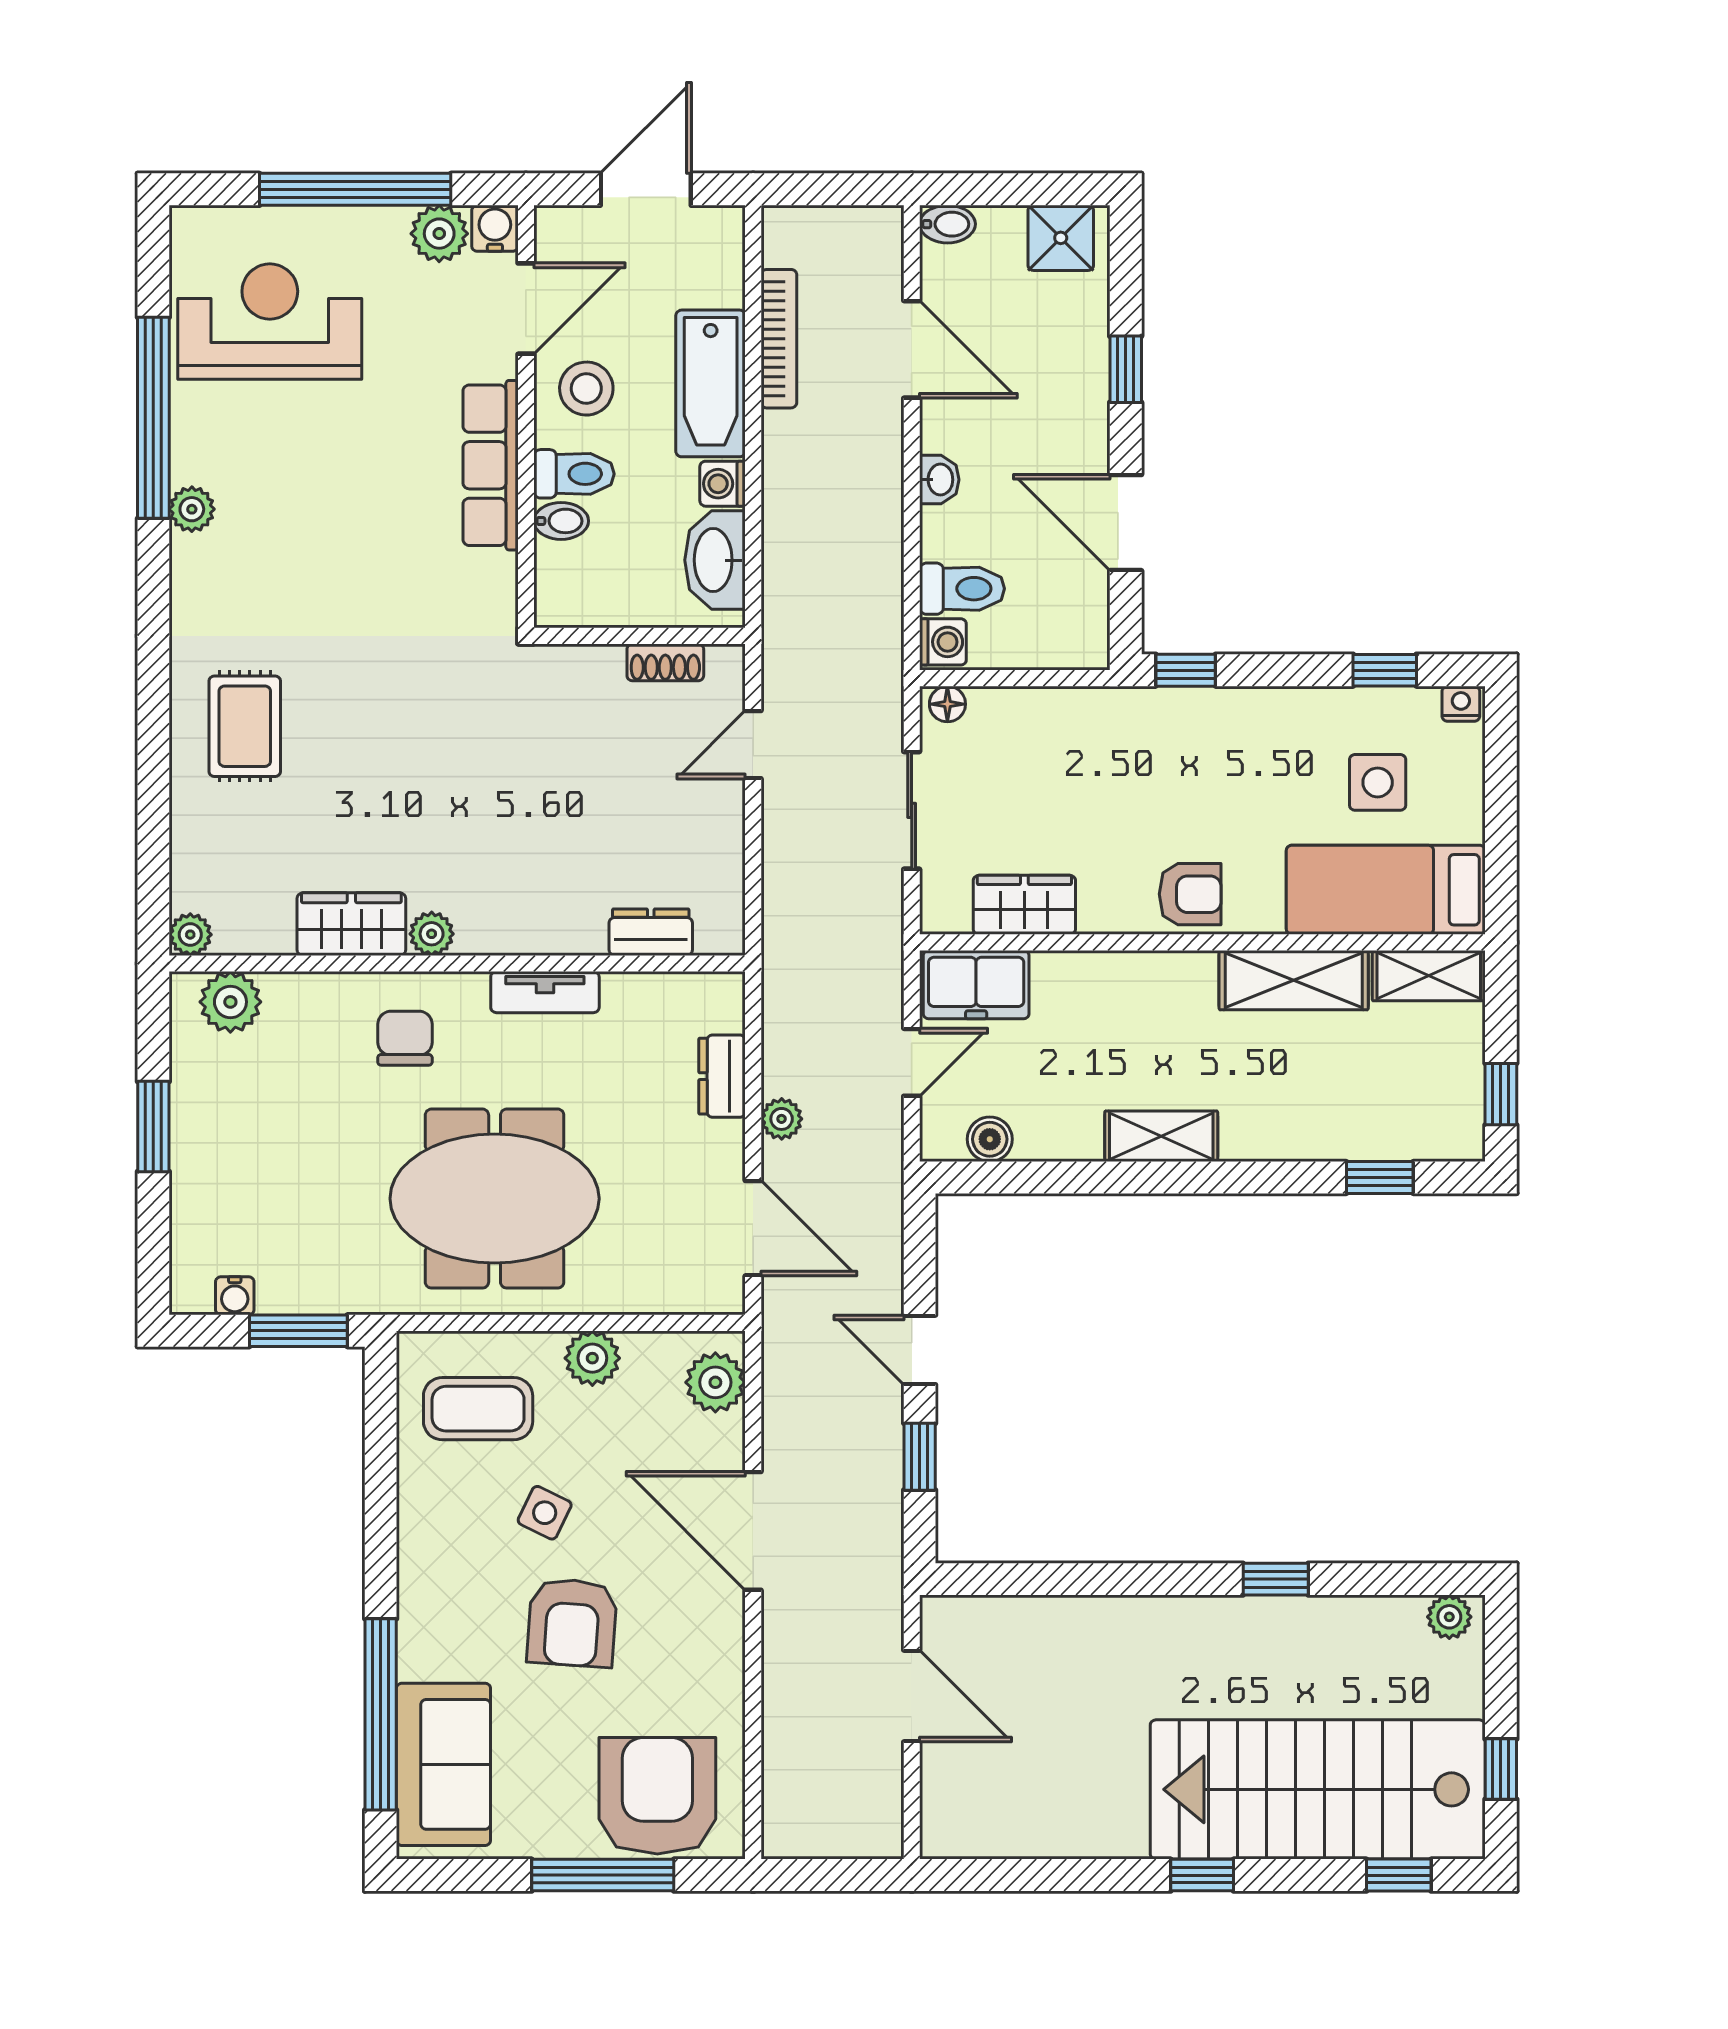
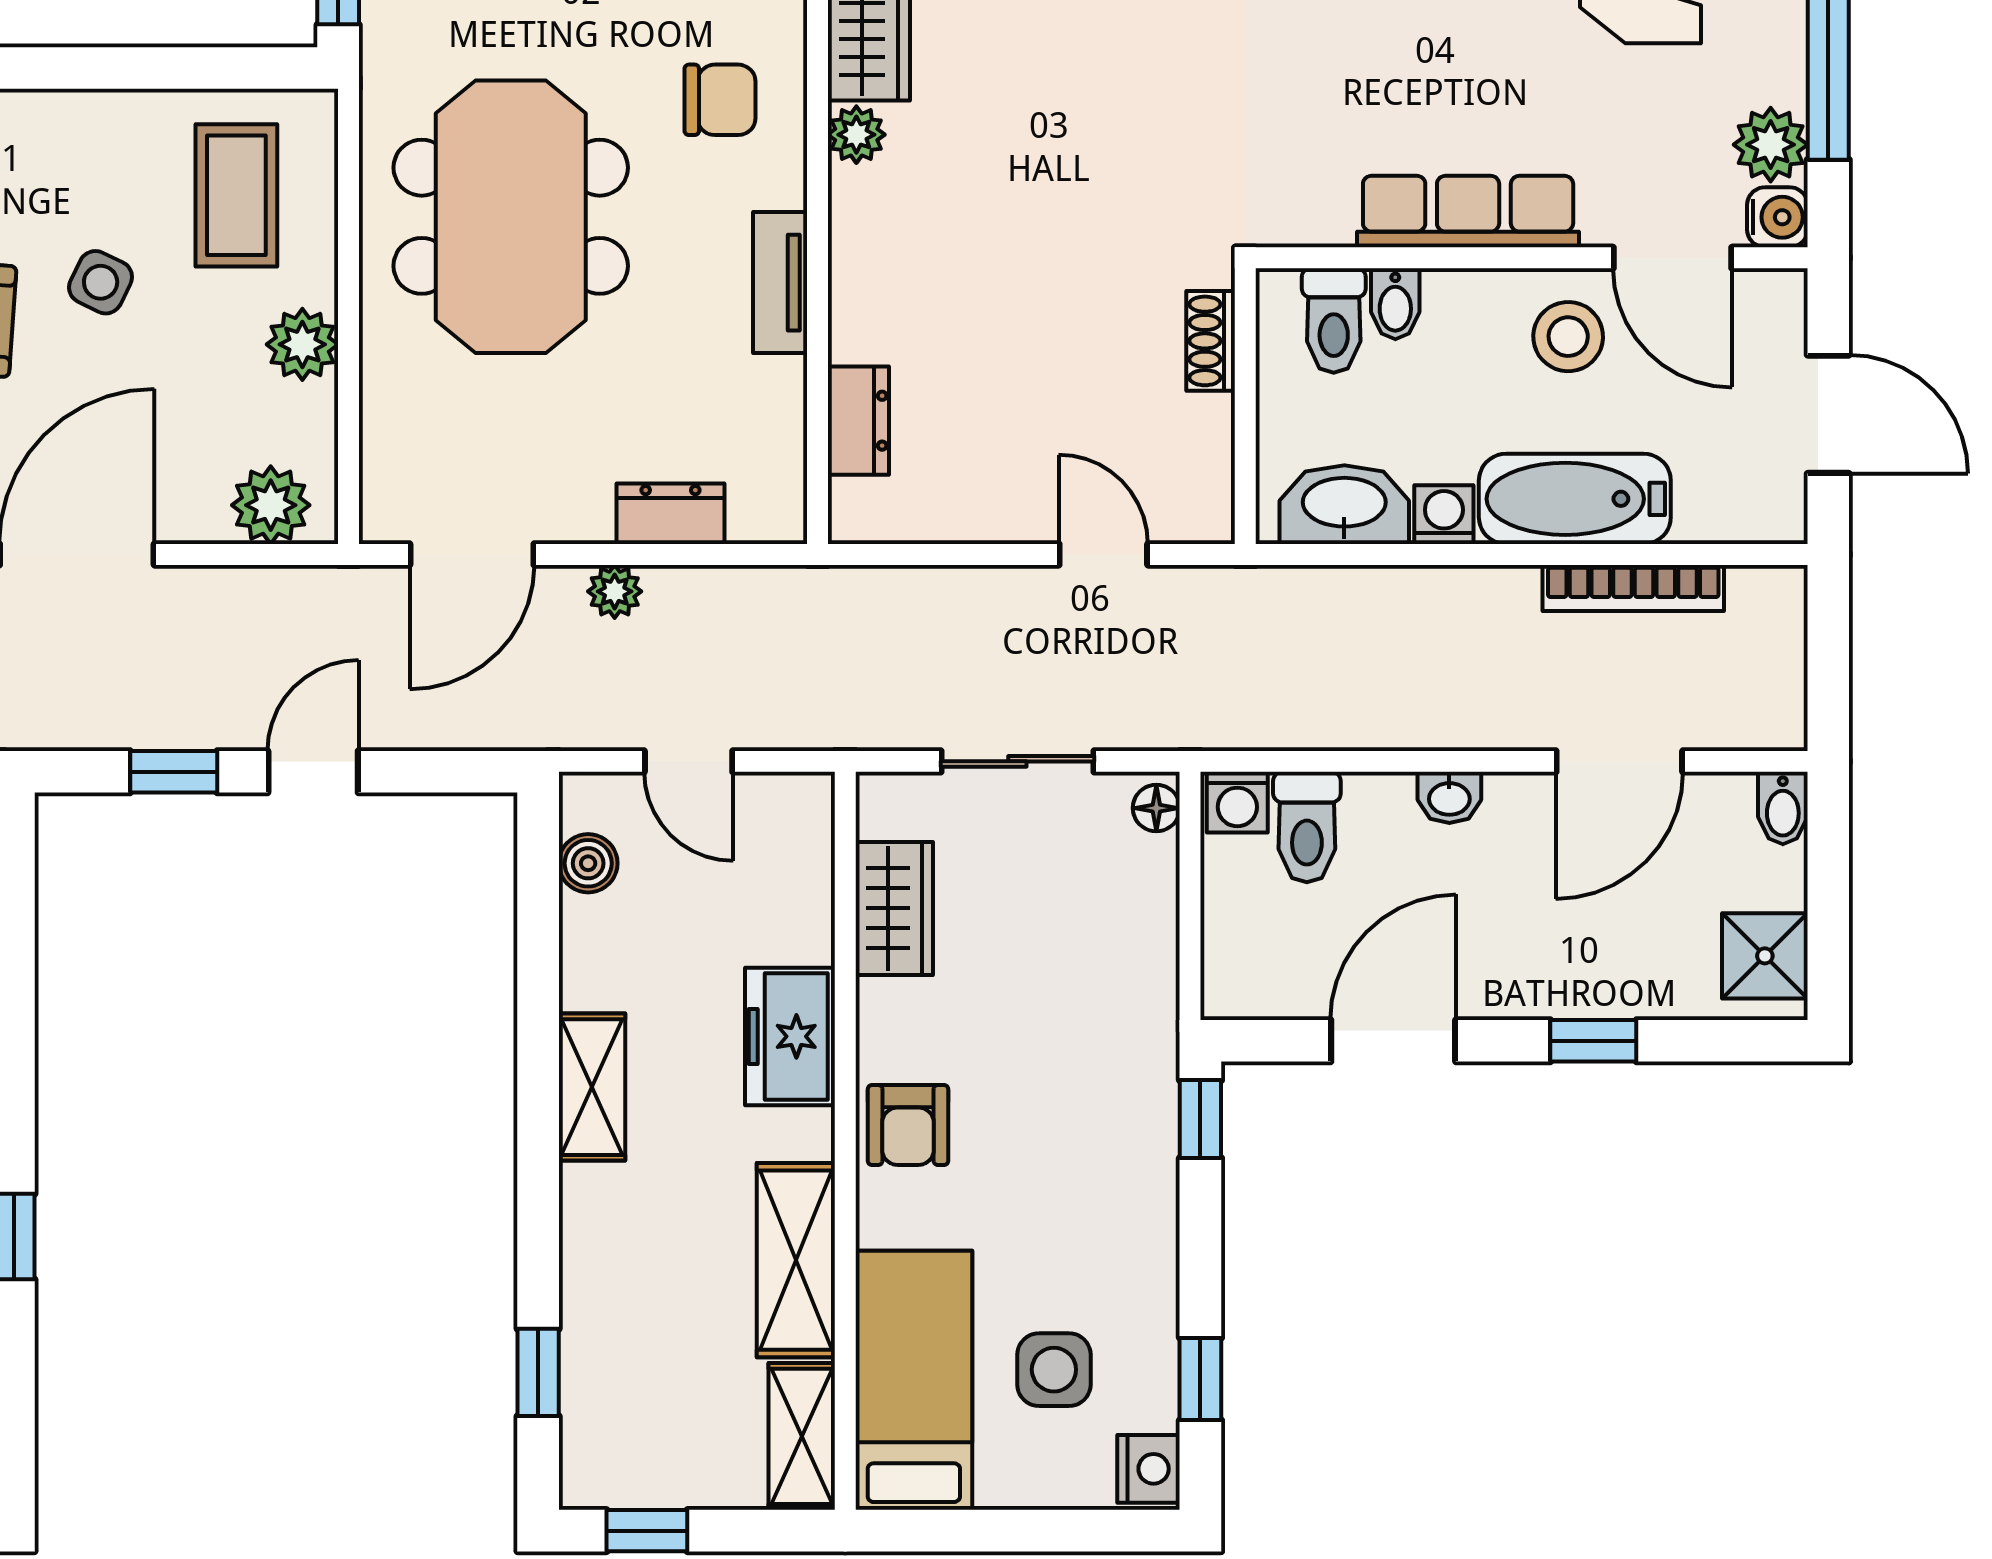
toilet: (574, 474) -> (1334, 320), moved
shoe rack: (665, 662) -> (1211, 341), moved
nightstand: (1461, 704) -> (1149, 1469), width x1.39, depth x1.35
freezer: (976, 985) -> (790, 1036), moved

